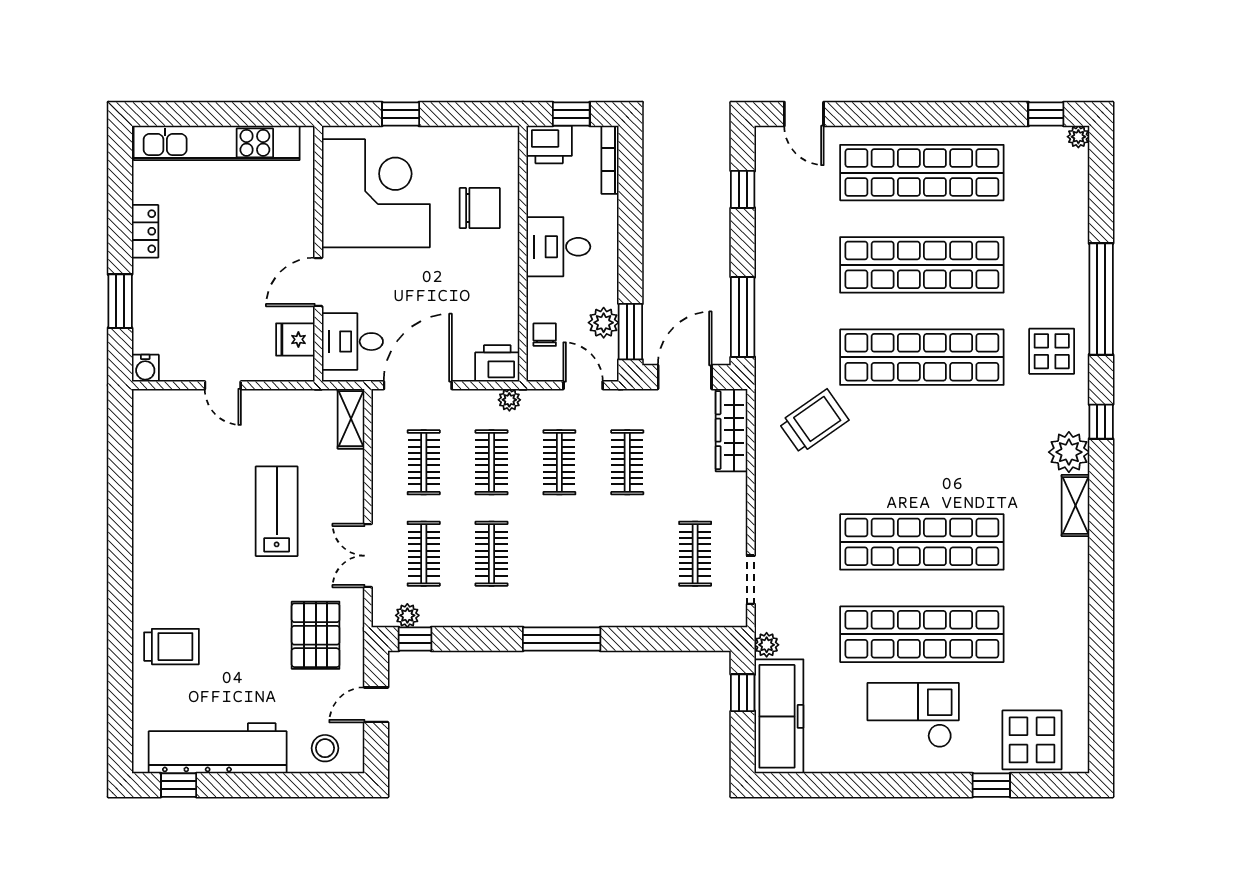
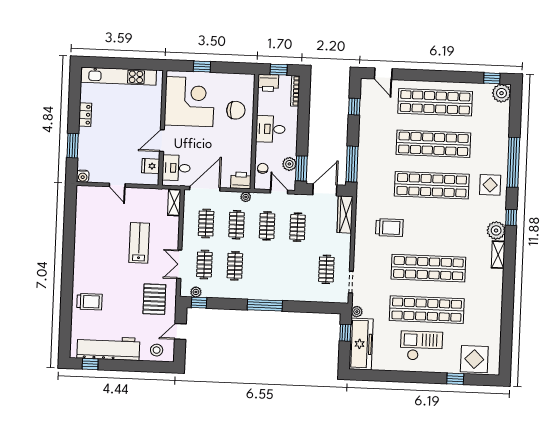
plant: (1078, 137) -> (502, 93), width x1.88, depth x1.88
trolley: (814, 421) -> (389, 228), moved, turned 35

